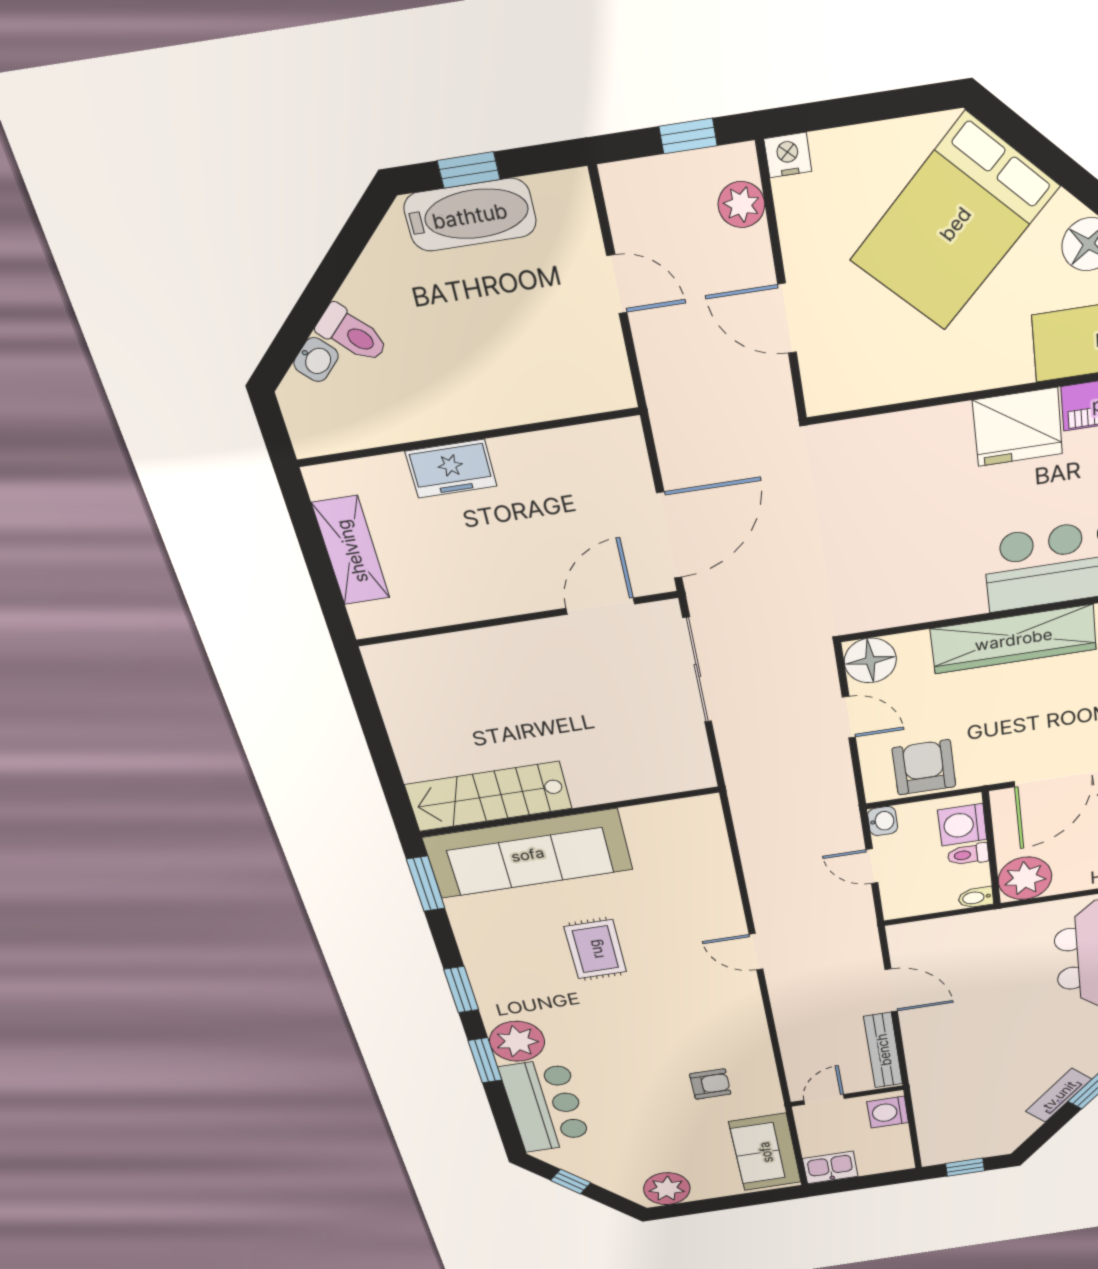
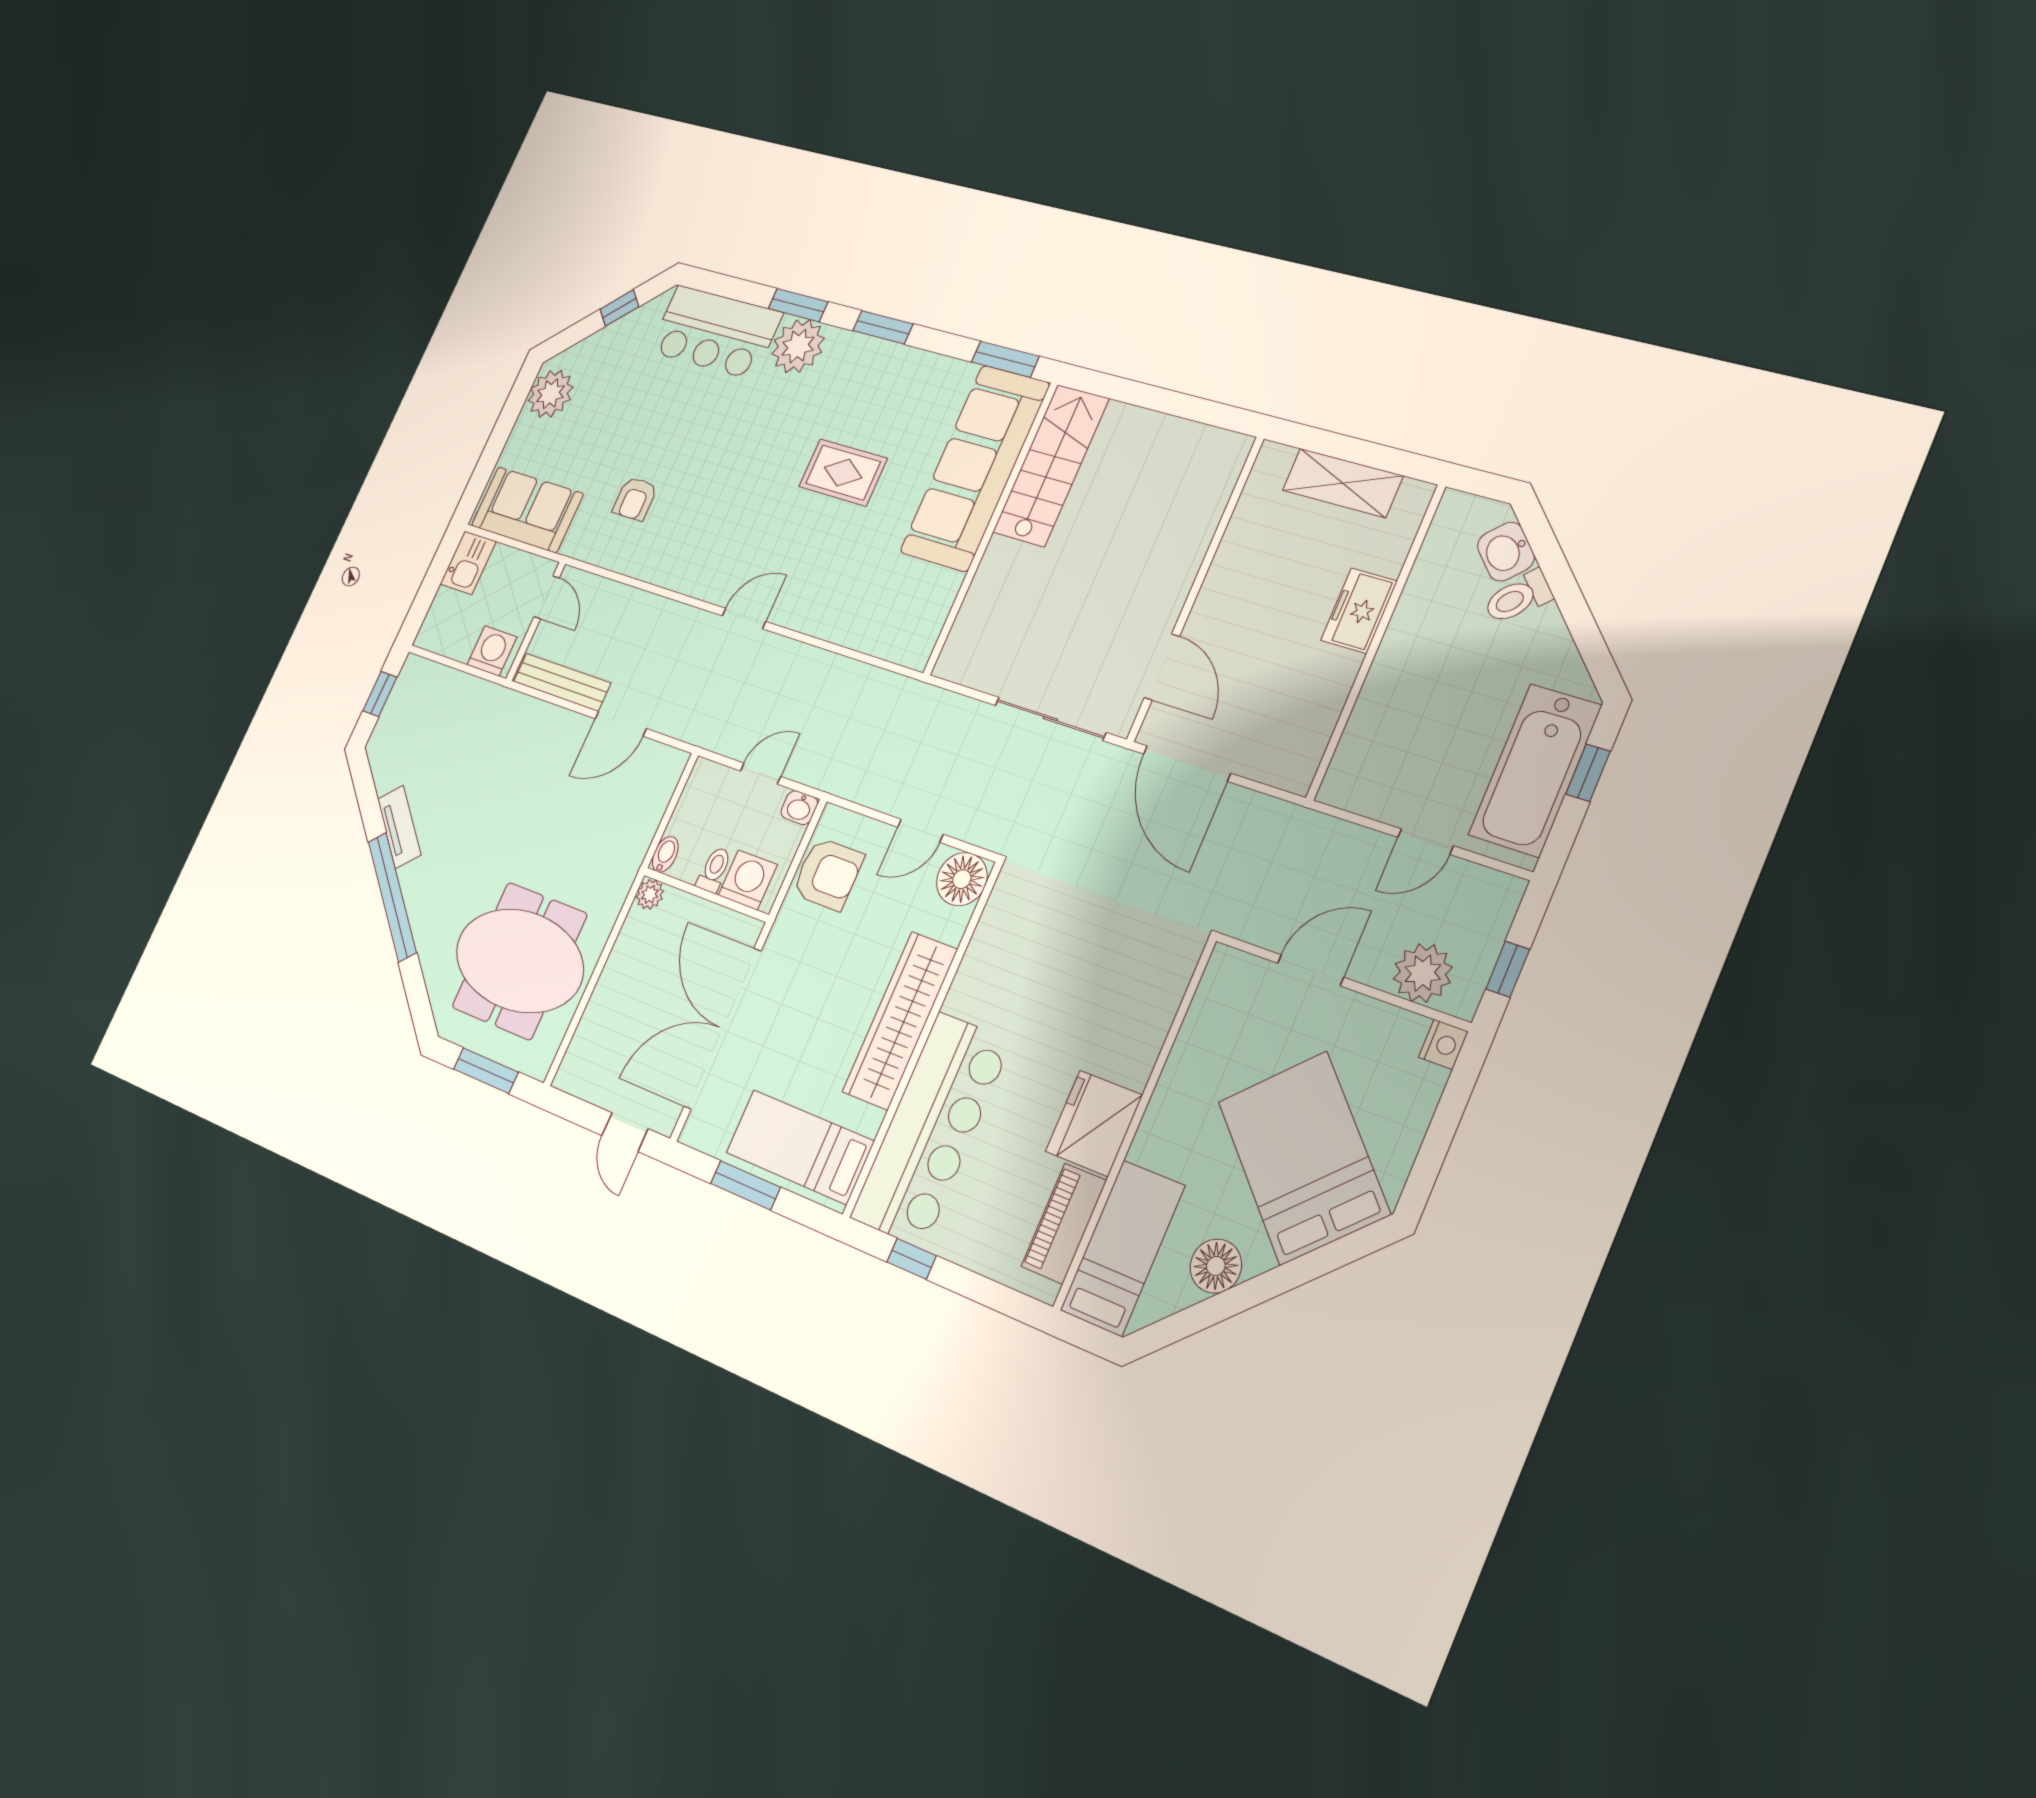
plant: (741, 205) -> (1423, 973), width x1.36, depth x1.36
bathtub: (470, 215) -> (1535, 770), width x1.36, depth x1.36
washbasin: (316, 360) -> (1506, 552), width x1.38, depth x1.45
plant: (1025, 878) -> (650, 894), width x0.53, depth x0.53

